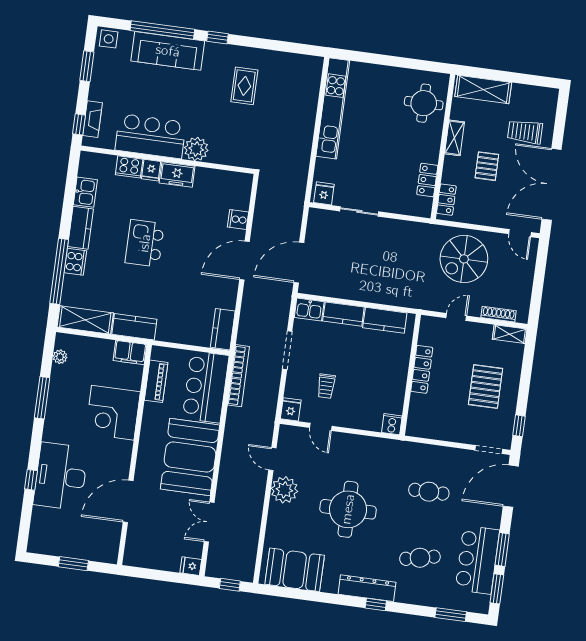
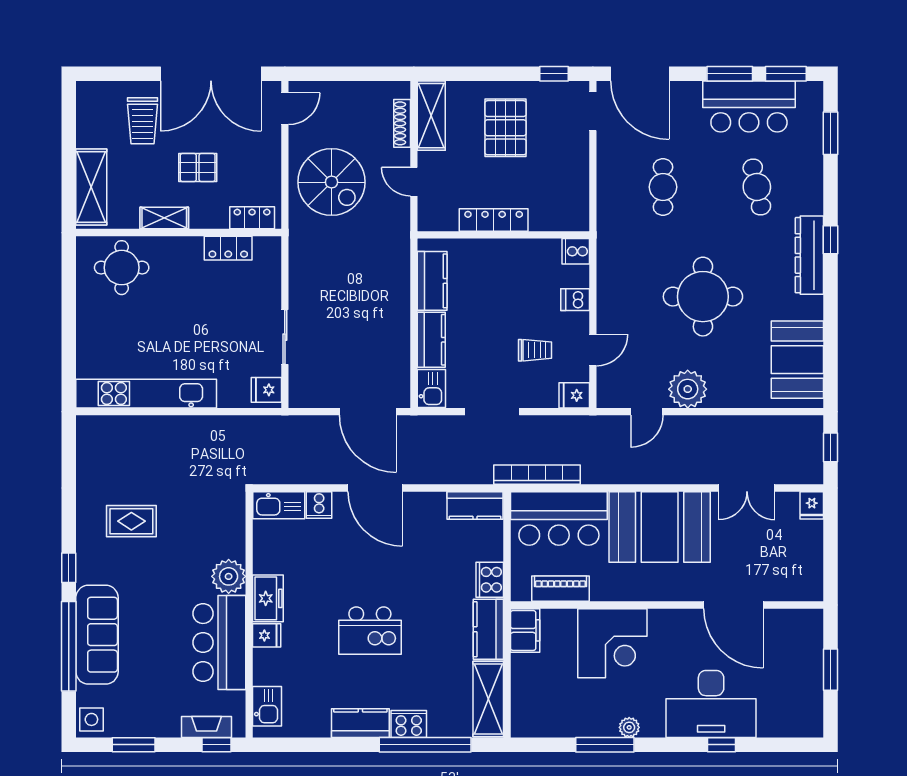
cooker: (129, 167) -> (490, 580), moved, turned 180
kitchen sink: (242, 191) -> (279, 505), added
kitchen sink: (85, 192) -> (267, 706), moved, turned 90
shelving: (510, 334) -> (431, 116), width x1.50, depth x1.33
plant: (60, 357) -> (629, 727), moved
pallet: (486, 387) -> (506, 128), turned 90
dishwasher: (358, 419) -> (575, 300), added

